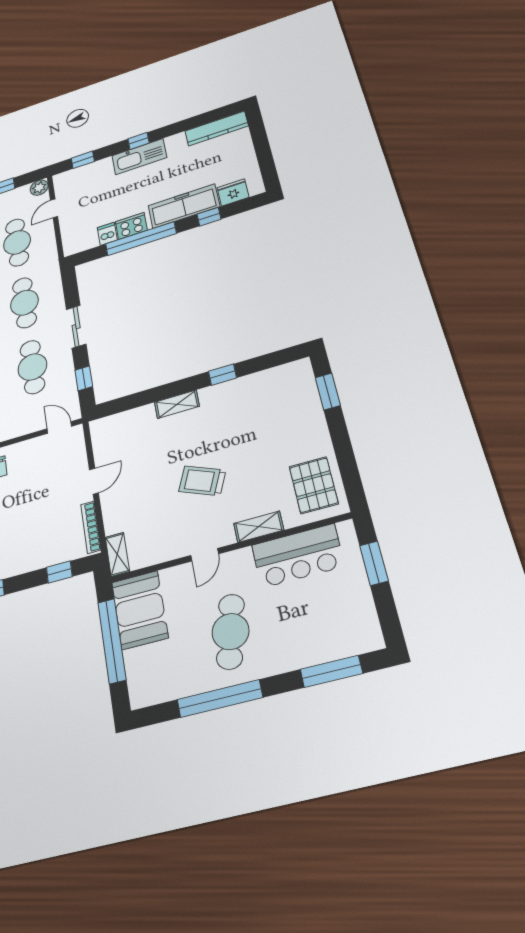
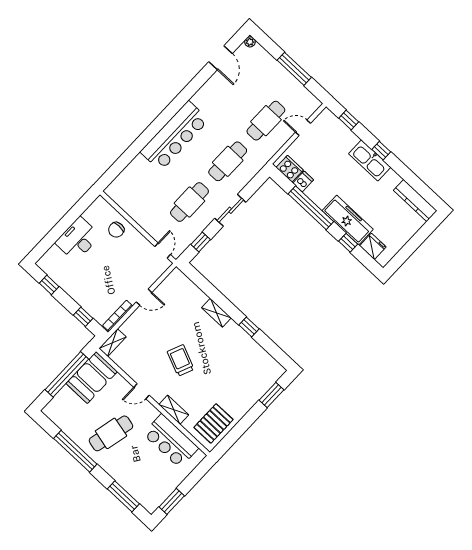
plant: (39, 188) -> (313, 104), removed
cooker: (131, 226) -> (290, 169), moved
window: (374, 563) -> (172, 501), moved

